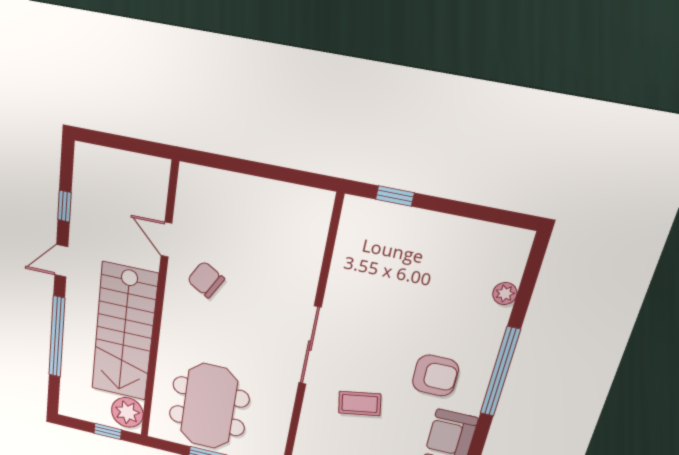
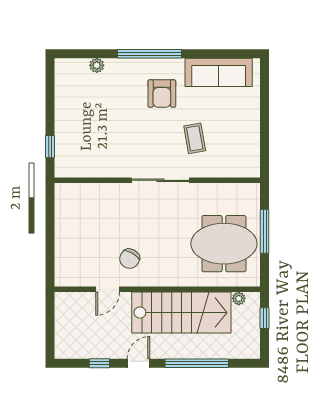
door: (61, 261) -> (138, 363), swing flipped
armchair: (435, 376) -> (162, 94), turned 180
plant: (127, 412) -> (239, 298), width x0.53, depth x0.53

